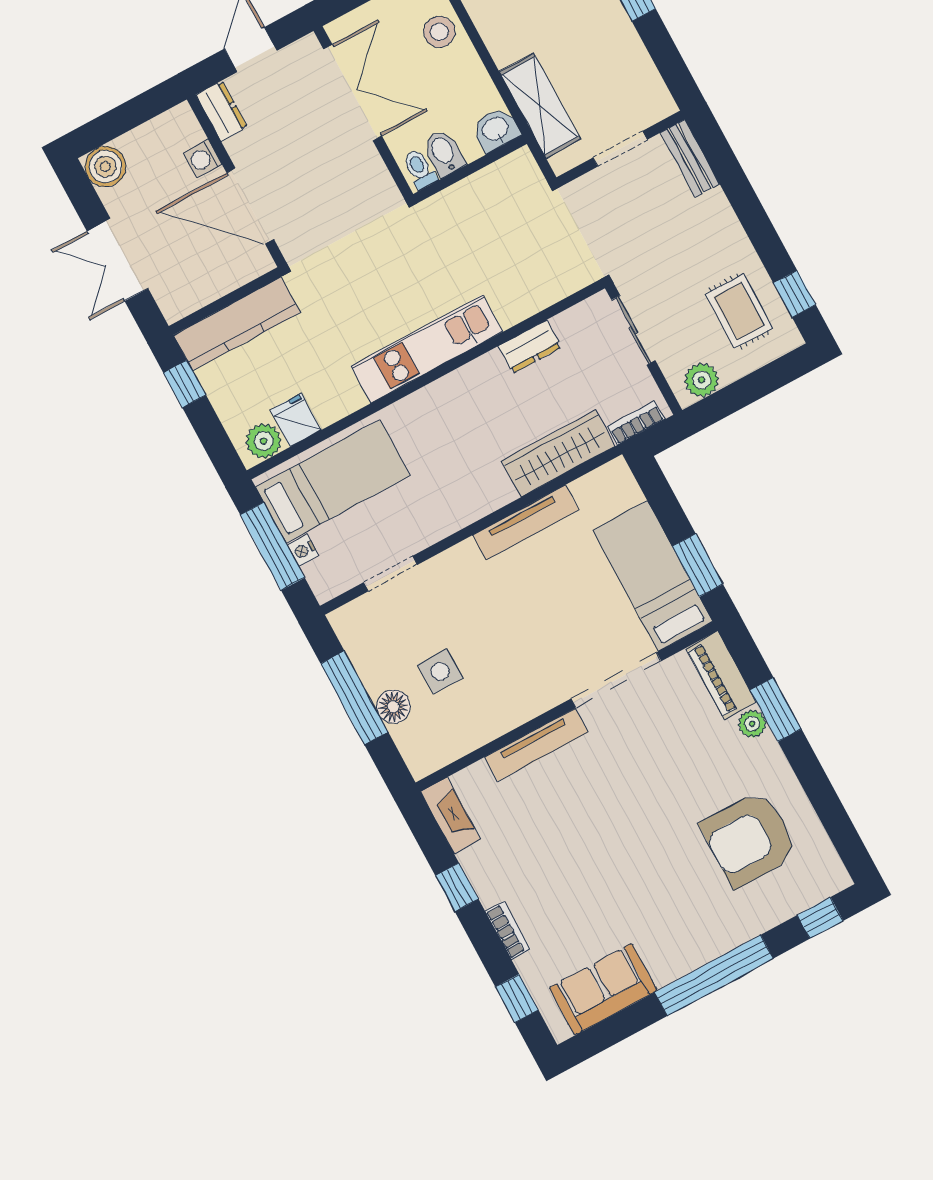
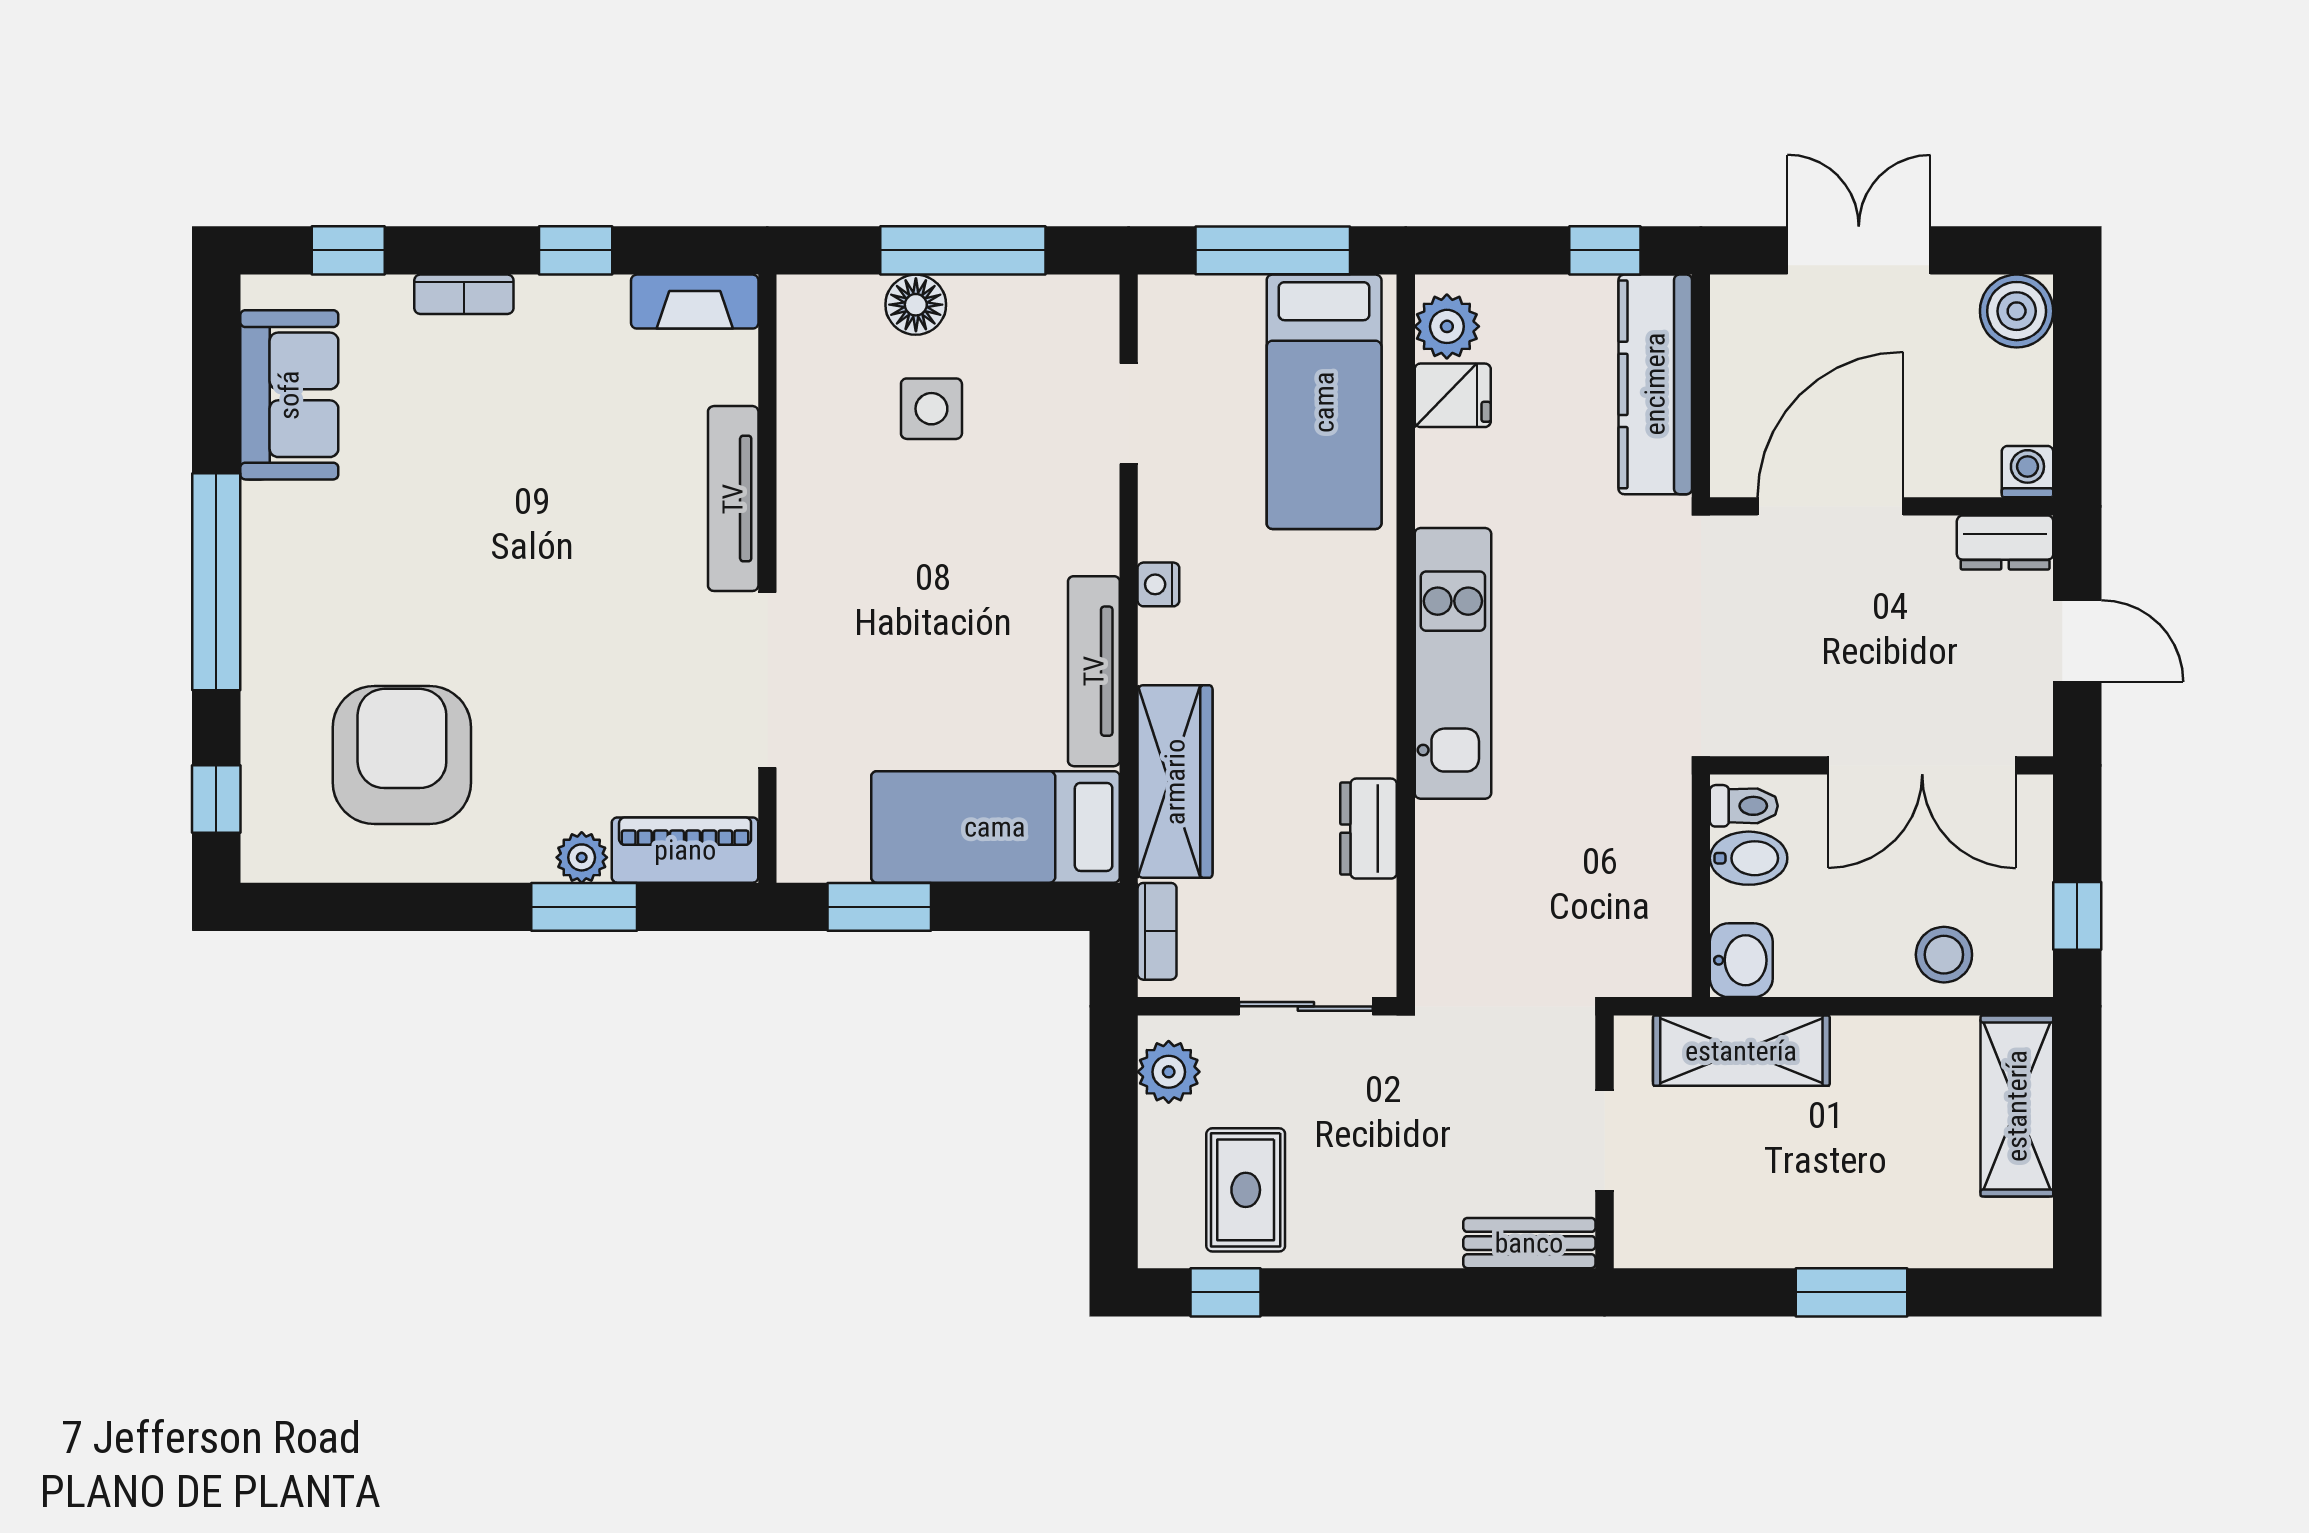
washing machine: (203, 159) -> (2027, 472), moved
rug: (739, 311) -> (1246, 1190), turned 90
nightstand: (303, 550) -> (1158, 584), moved, turned -90
bed: (653, 576) -> (995, 827), moved, turned 180

